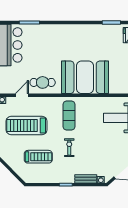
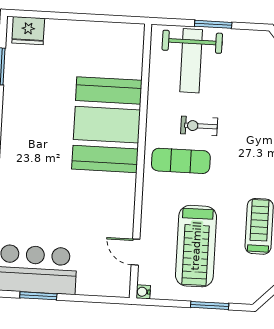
cafe table: (43, 82) -> (112, 210), removed
exercise bike: (69, 148) -> (199, 126), moved

